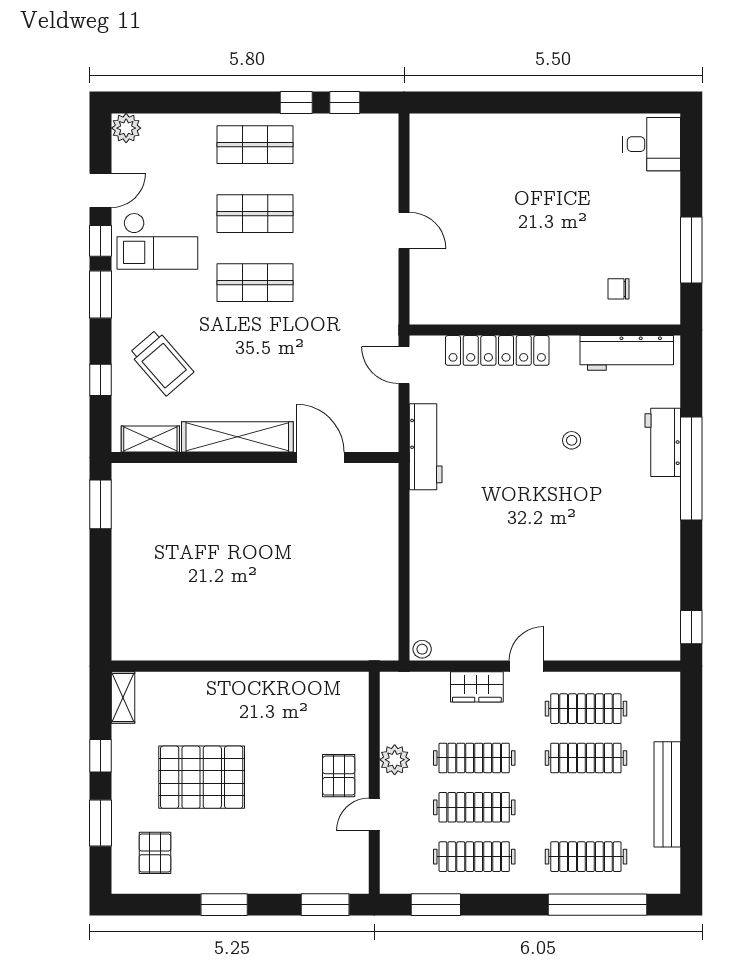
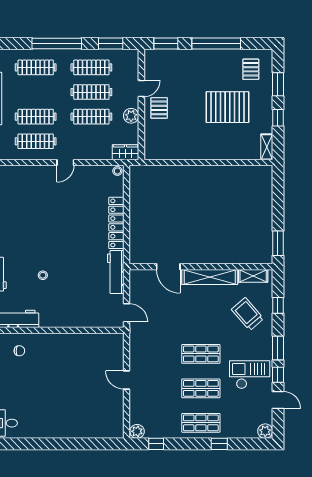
window: (296, 102) -> (219, 444), moved
plant: (383, 127) -> (137, 431), added
door: (100, 190) -> (278, 400), swing flipped
locker: (497, 350) -> (116, 223), moved, turned -90
wardrobe: (477, 687) -> (125, 152), moved
window: (224, 905) -> (216, 43), width x2.11
window: (598, 905) -> (57, 43), moved

